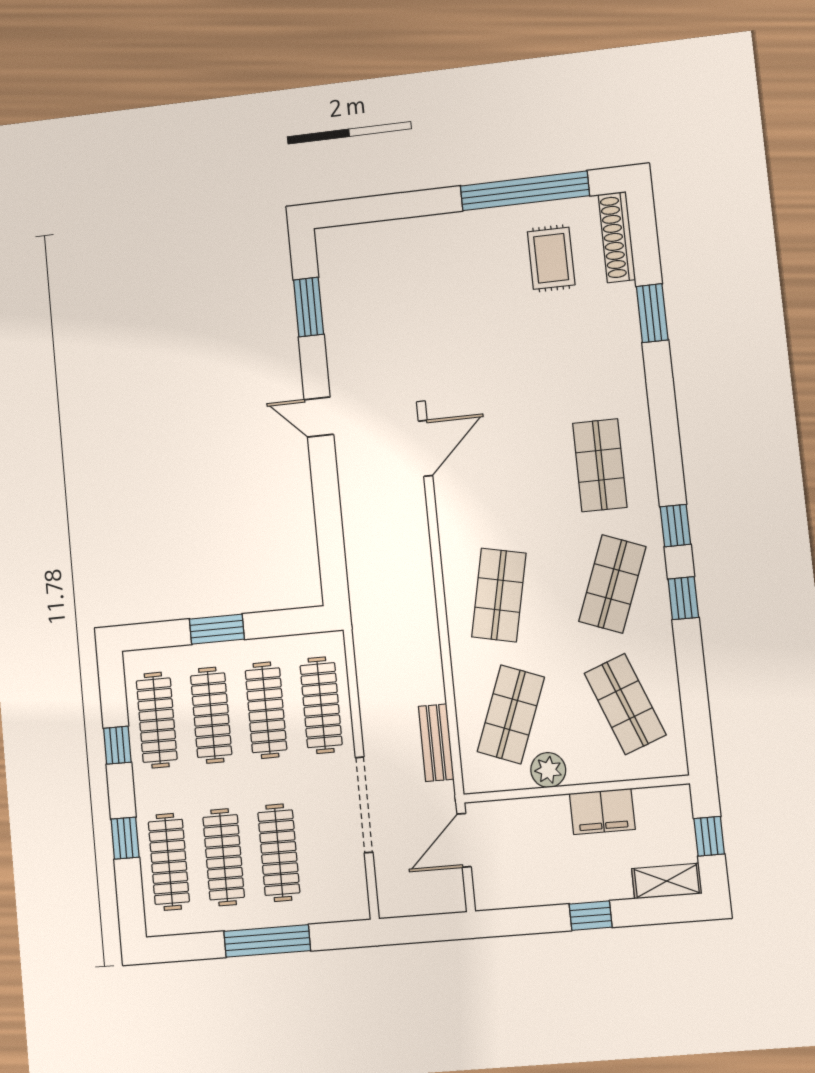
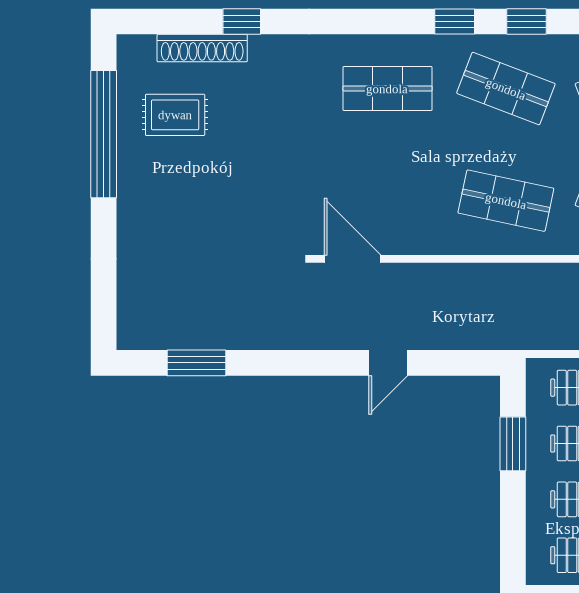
shoe rack: (617, 237) -> (202, 48), moved
window: (652, 313) -> (242, 21), width x0.67
door: (319, 417) -> (388, 363), moved
window: (217, 629) -> (513, 444), moved

